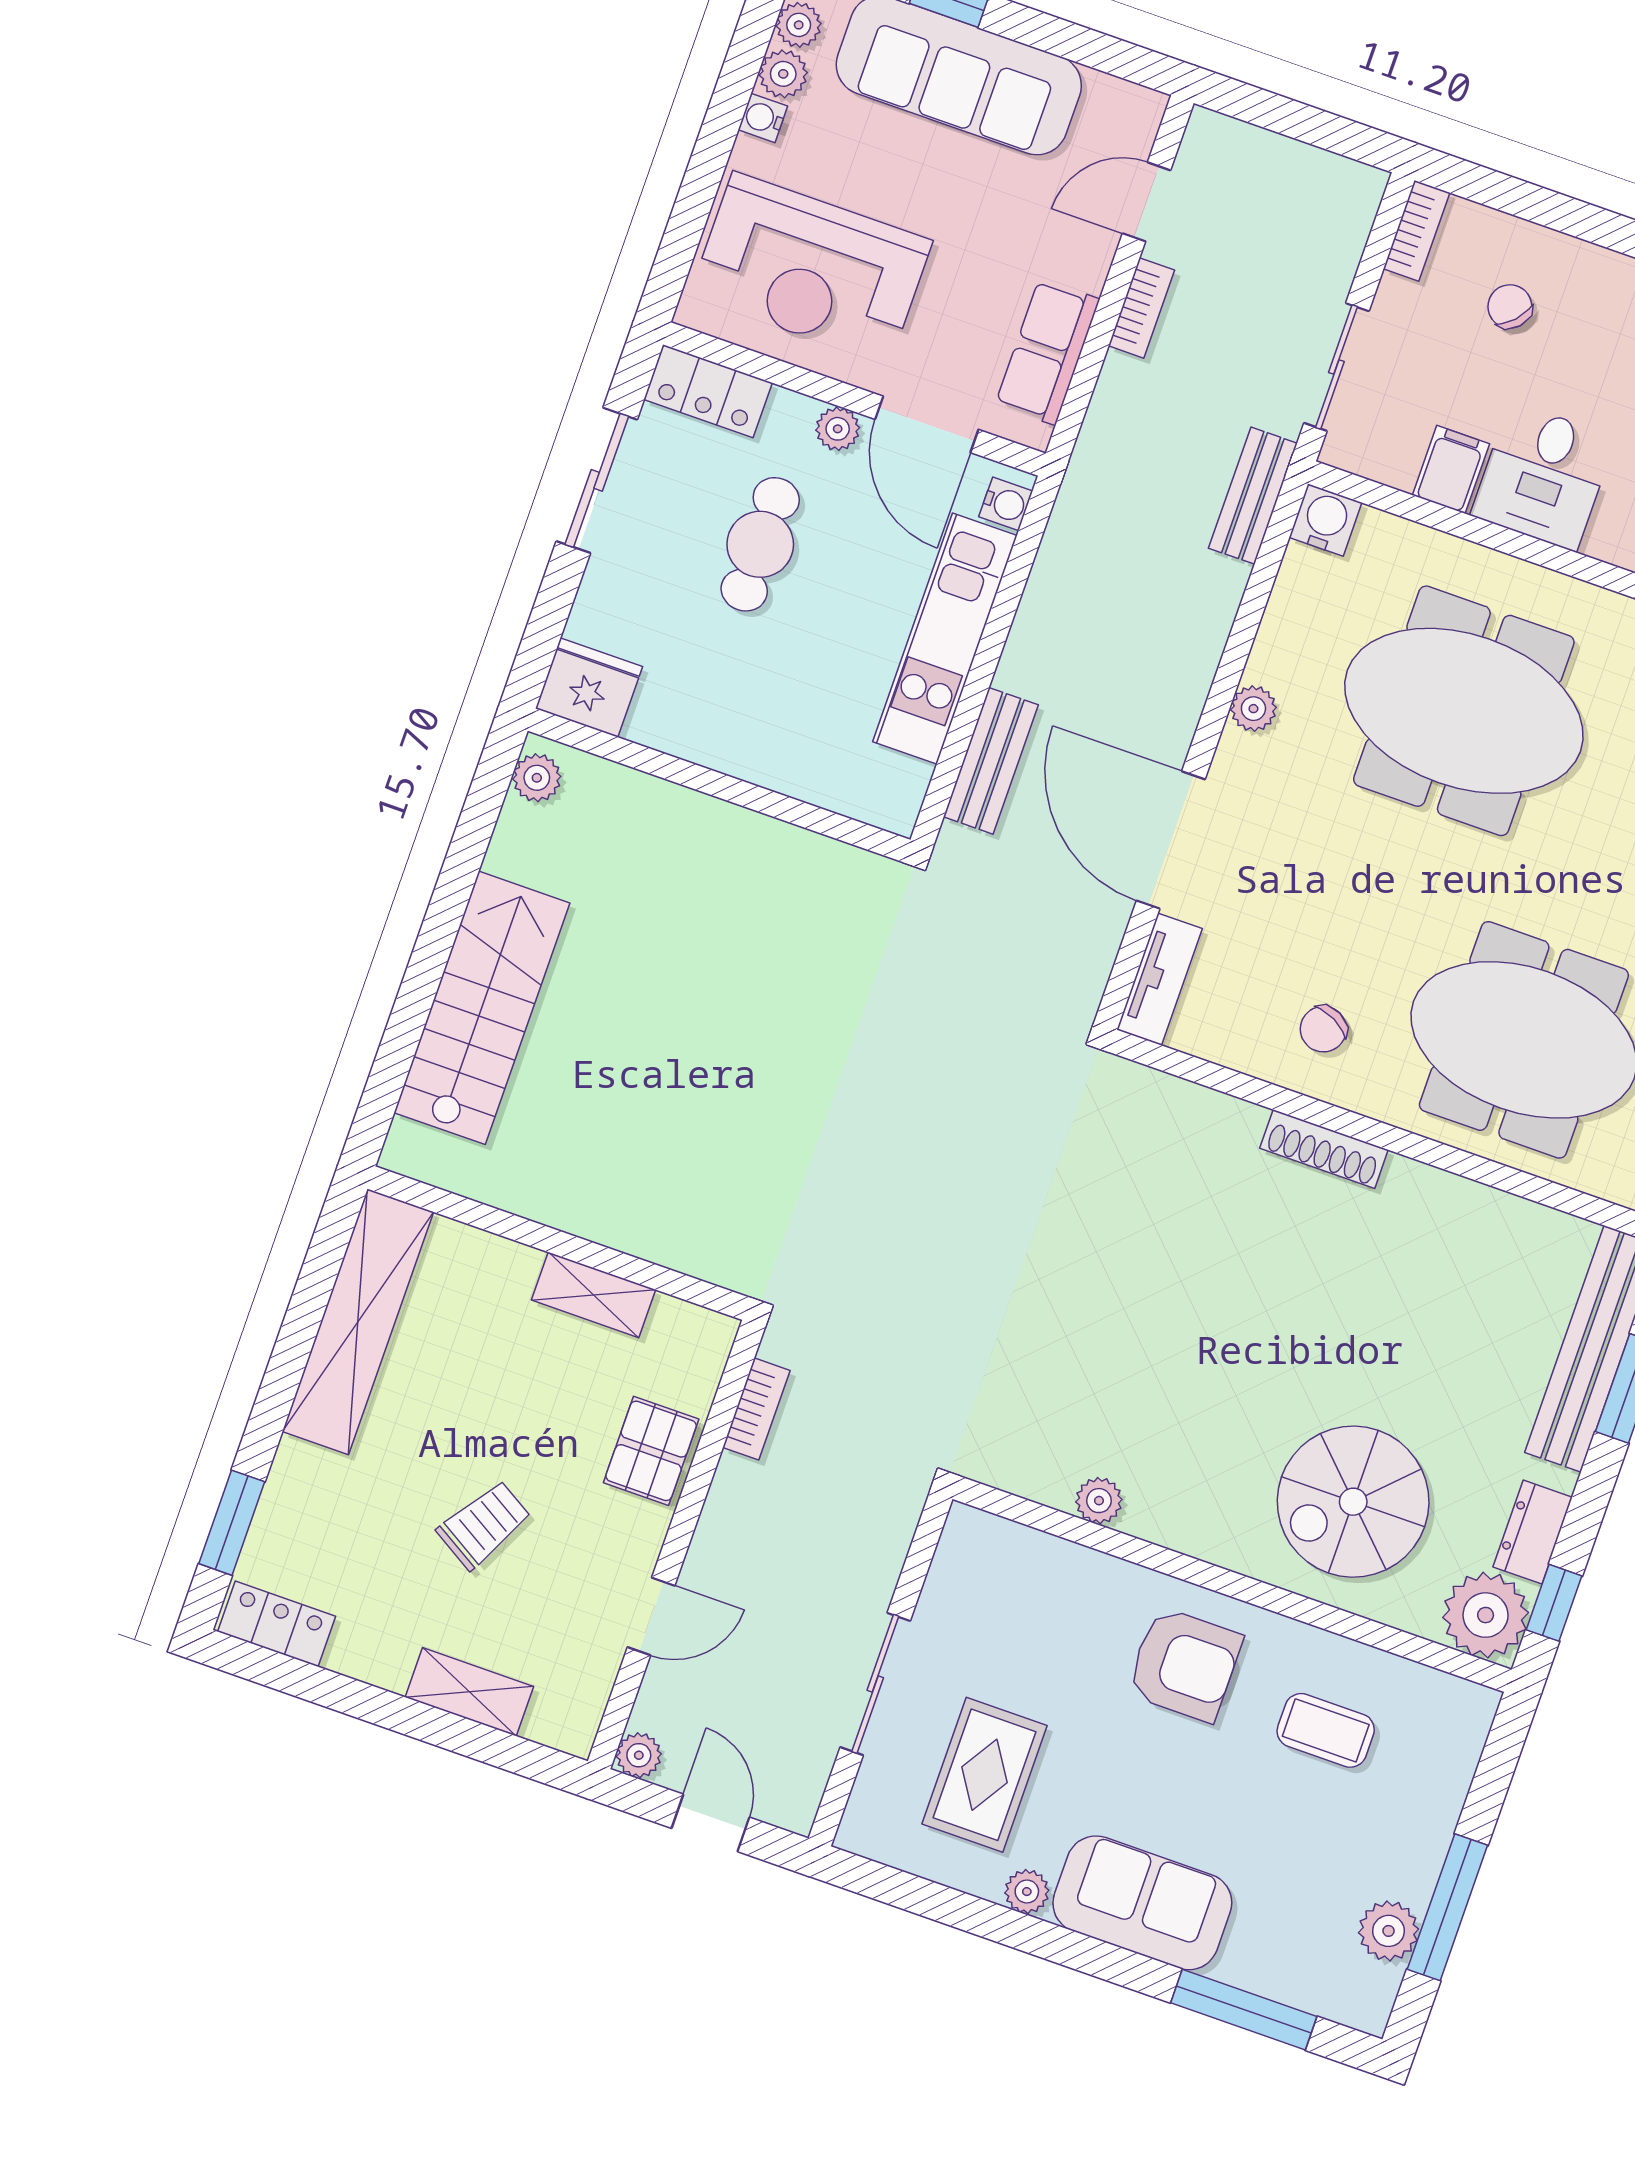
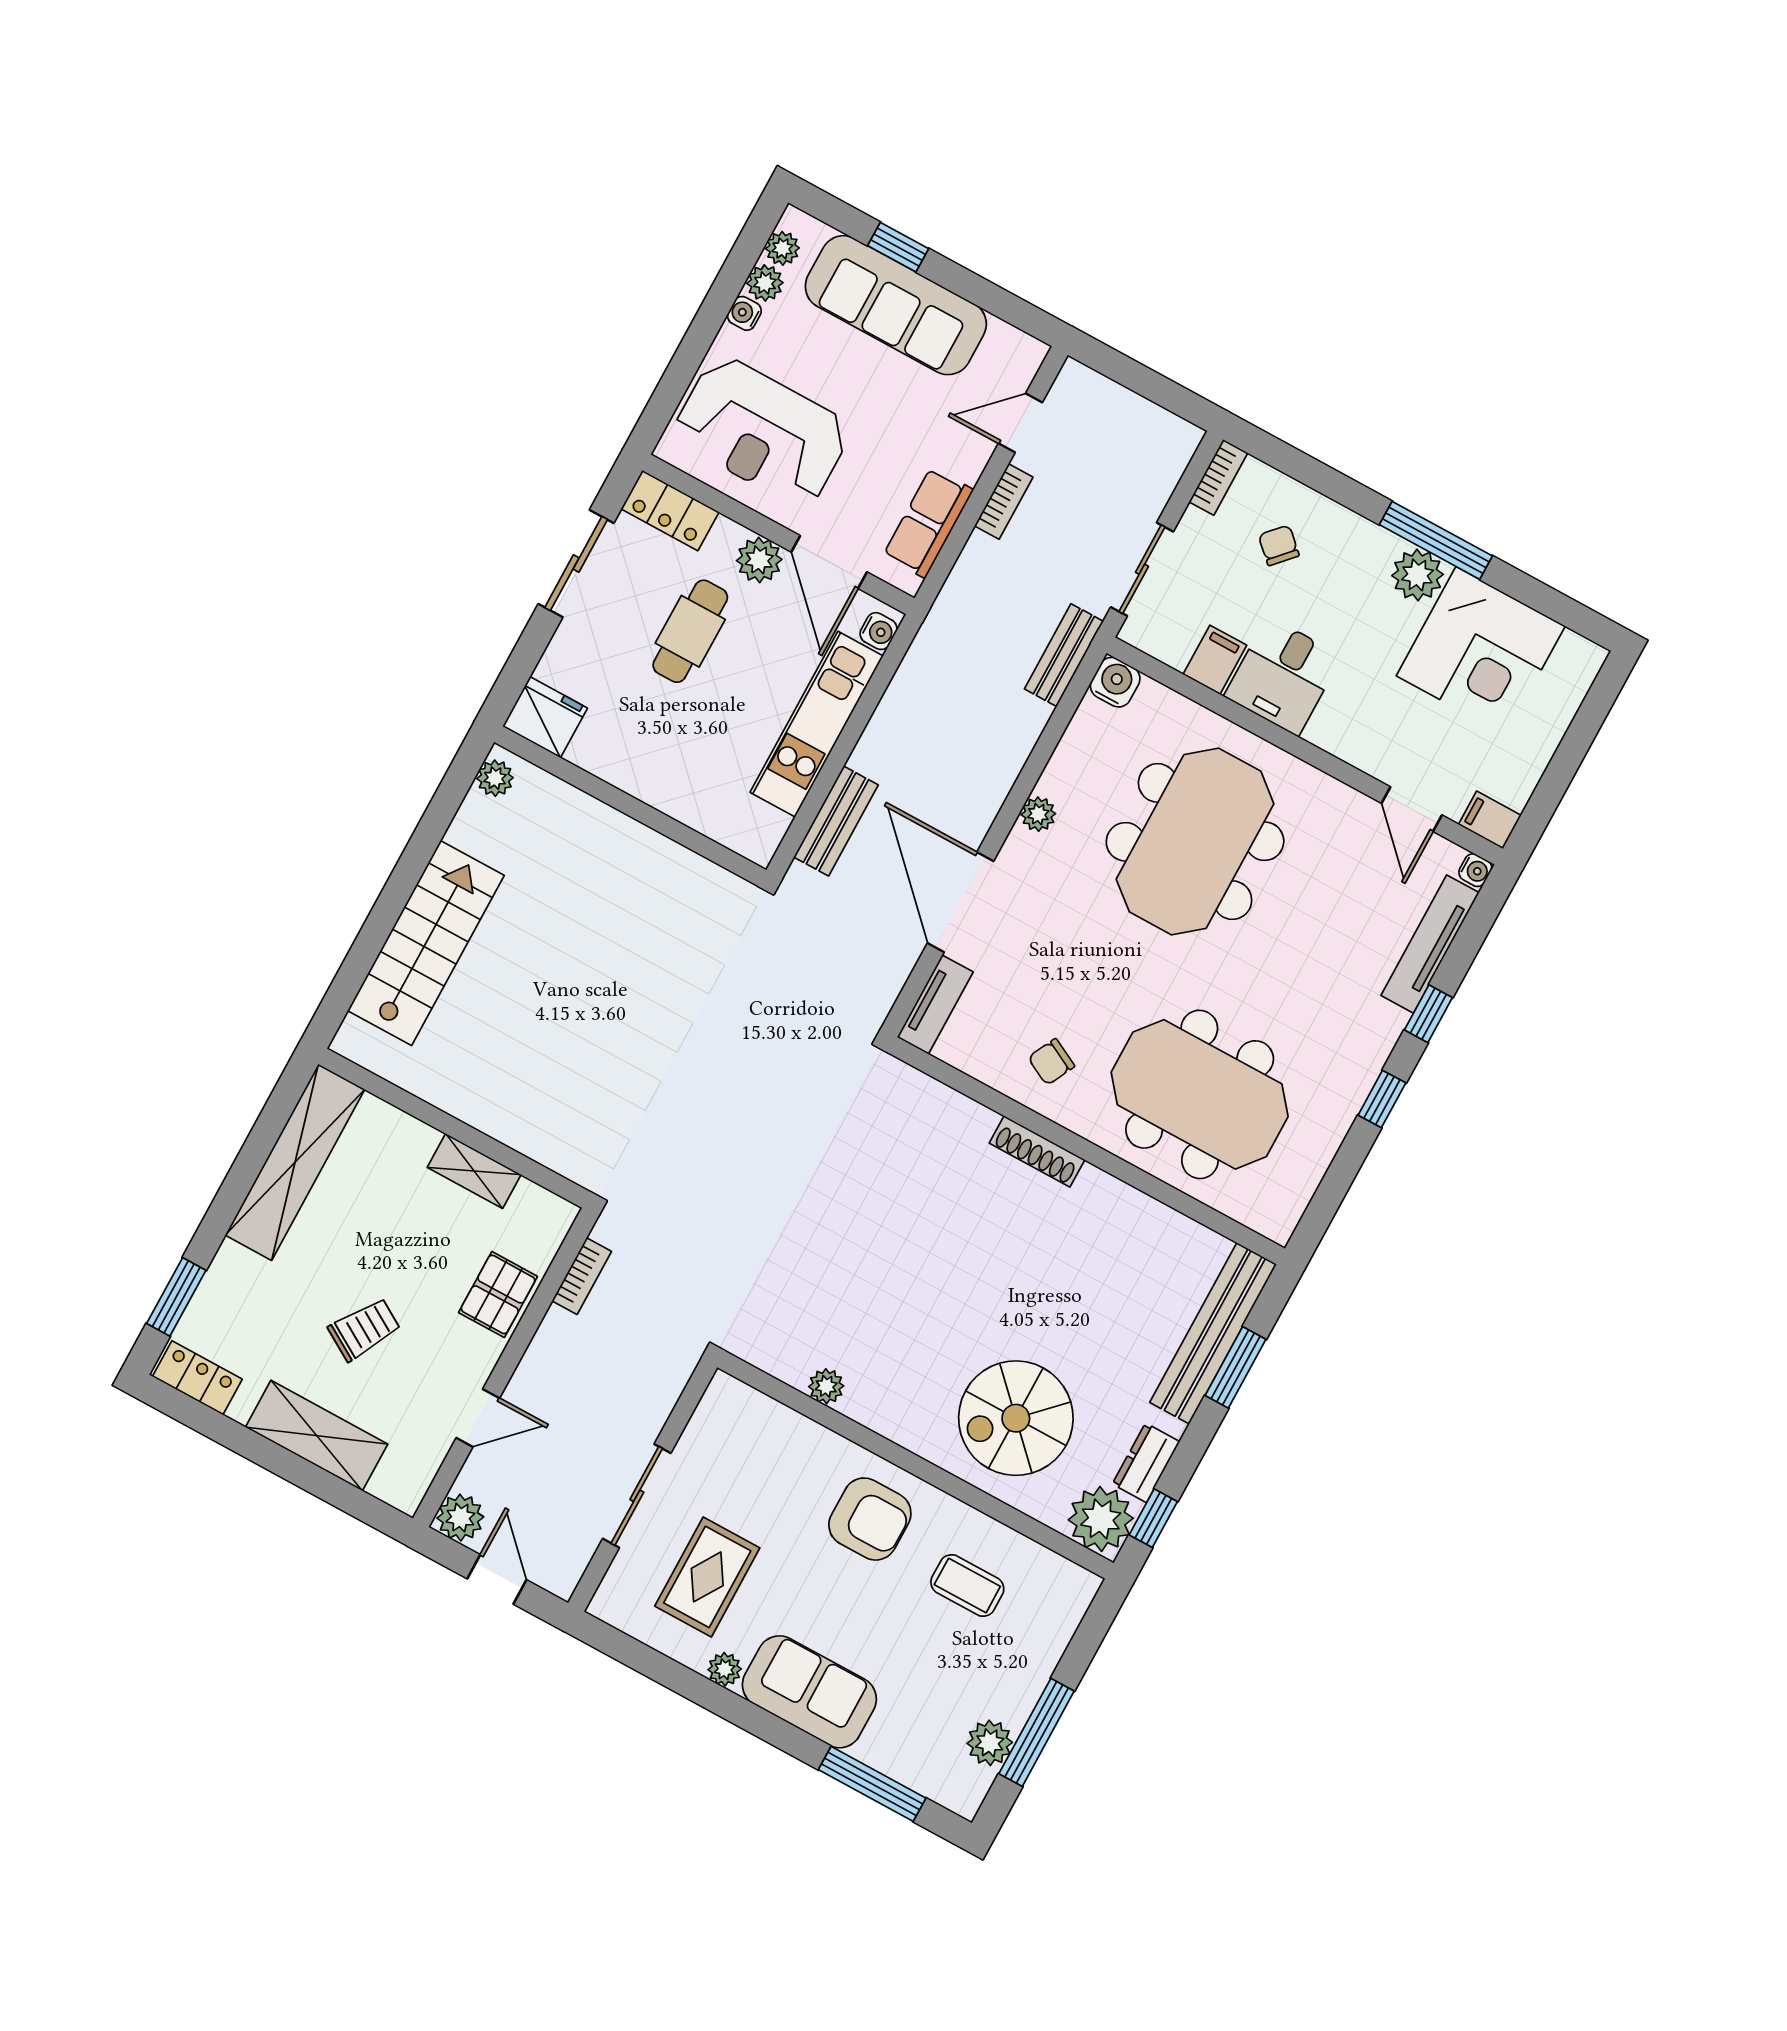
plant: (838, 429) -> (759, 560), width x1.38, depth x1.38
meeting table: (1464, 711) -> (1195, 842), turned 90
shelving: (469, 1692) -> (317, 1436), width x1.50, depth x1.33
plant: (639, 1755) -> (460, 1518), width x1.38, depth x1.38

